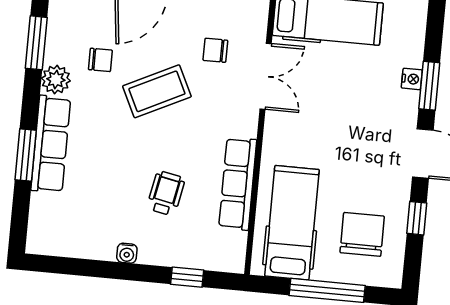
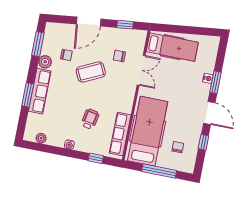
row of seats: (238, 184) -> (120, 134), moved
hospital bed: (292, 223) -> (148, 131), width x1.37, depth x1.29
chair: (362, 234) -> (178, 147), width x0.54, depth x0.54
plant: (64, 246) -> (41, 138), added

